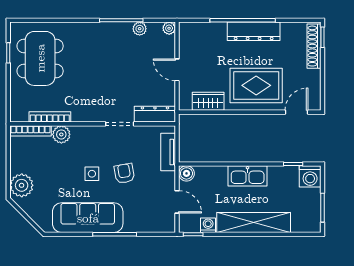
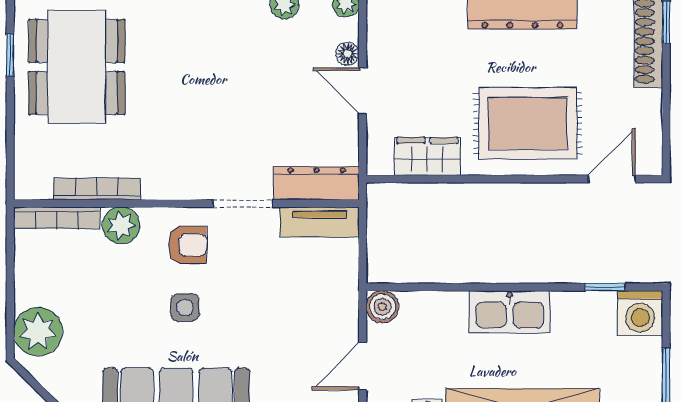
floor lamp: (170, 52) -> (348, 54), added
tv unit: (168, 152) -> (320, 222), moved, turned -90
armchair: (124, 173) -> (188, 245), moved, turned 100
door: (177, 202) -> (363, 366), swing flipped

